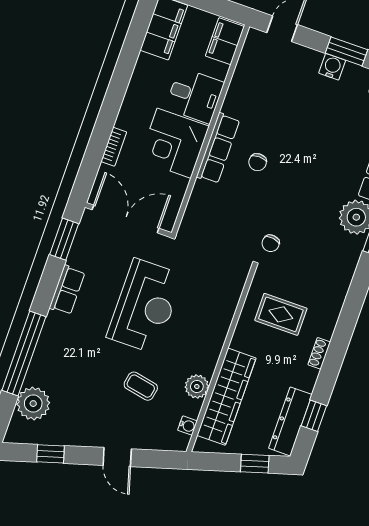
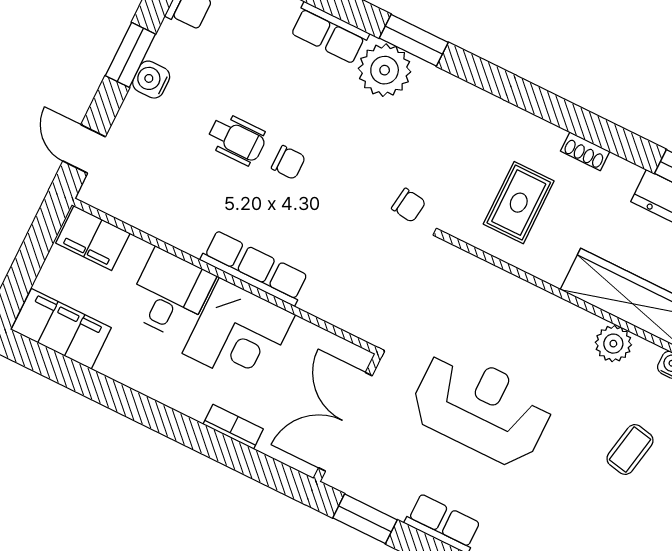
wheelchair: (300, 127) -> (237, 139), added
chair: (258, 162) -> (288, 163), moved
coffee table: (141, 386) -> (630, 450), moved

